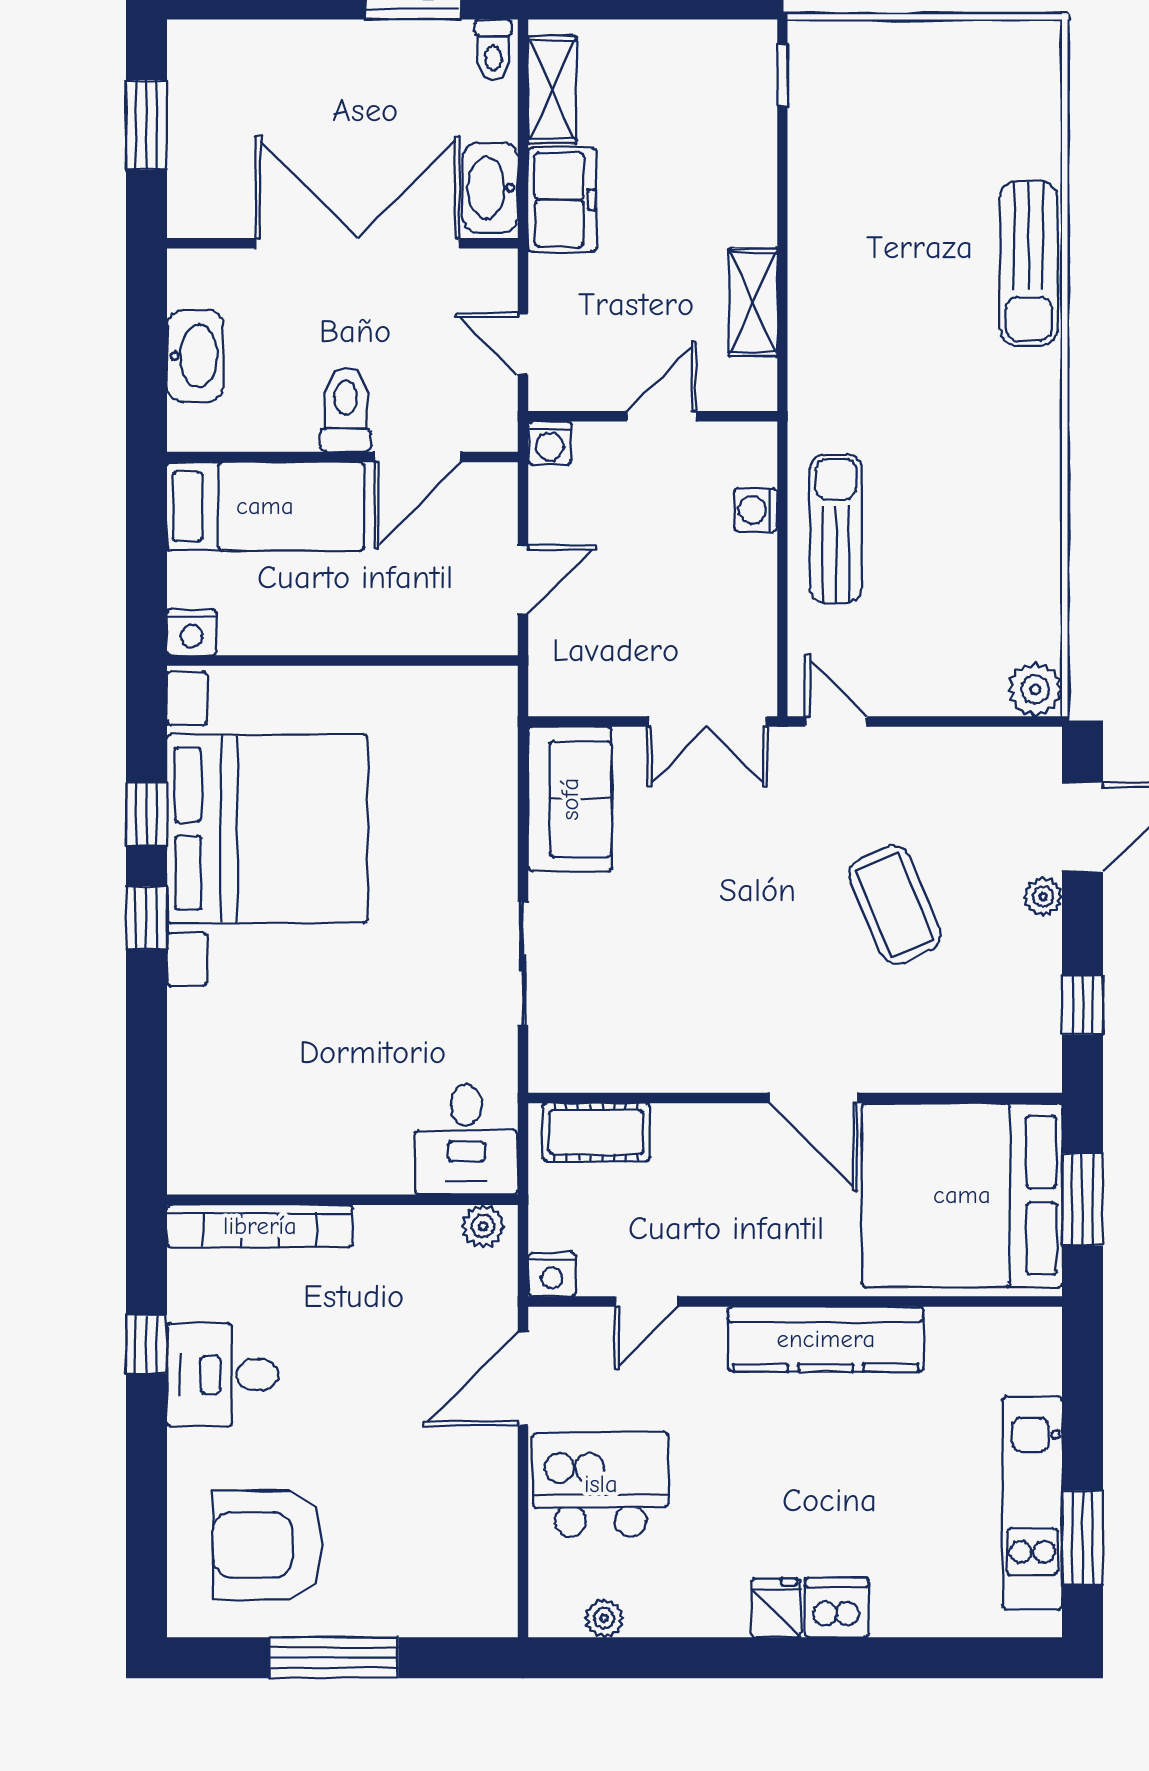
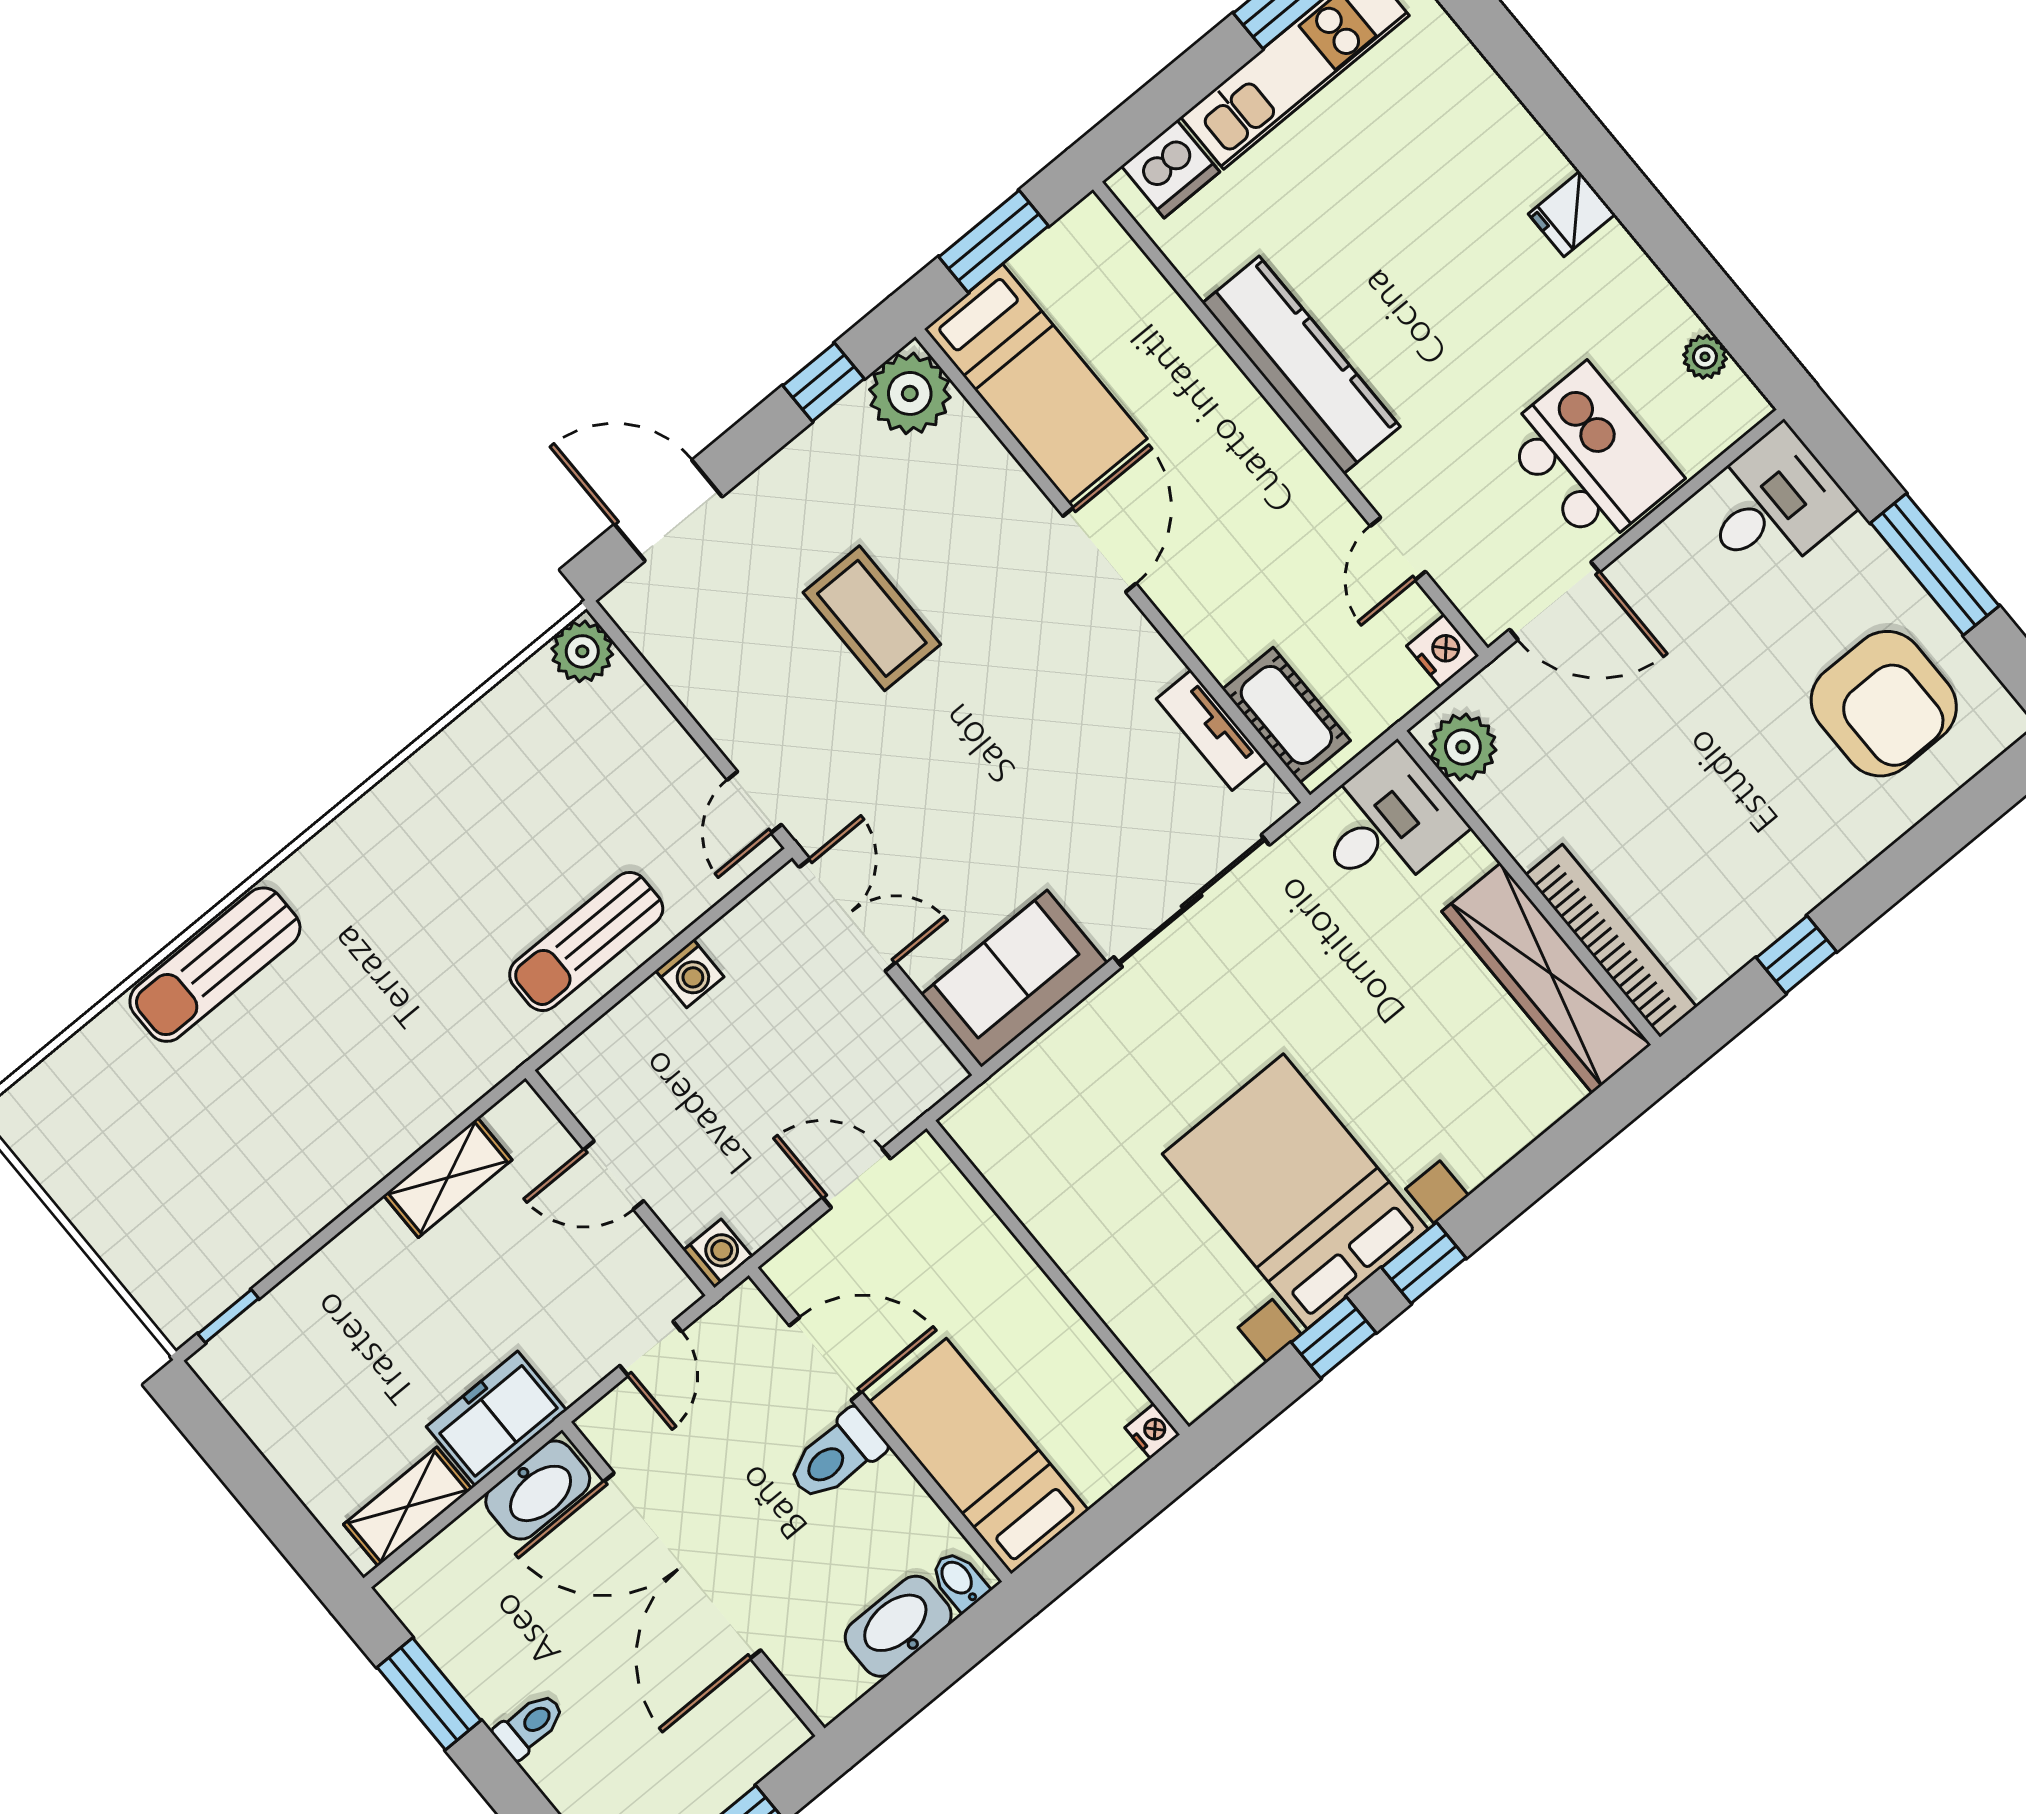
toilet: (493, 50) -> (529, 1725), moved
sun lounger: (1029, 264) -> (215, 965), turned 180
bidet: (192, 423) -> (959, 1581), added
washing machine: (756, 510) -> (690, 974), moved
nightstand: (192, 632) -> (1152, 1431), width x0.72, depth x0.74
bed with nightstands: (267, 829) -> (1295, 1191), width x0.73
plant: (1043, 896) -> (910, 393), moved, width x1.88, depth x1.88
coffee table: (895, 905) -> (872, 618), turned -67
sliding door: (523, 963) -> (1192, 901), width x1.37
tv unit: (628, 1073) -> (1212, 730), added
wardrobe: (271, 1161) -> (1546, 978), added
bed: (962, 1195) -> (1036, 384), width x0.49
plant: (483, 1226) -> (1463, 747), width x1.38, depth x1.38
door: (646, 1302) -> (1398, 549), swing flipped
desk: (223, 1375) -> (1773, 504), moved, turned -90
kitchen island: (601, 1484) -> (1591, 457), turned 180
dishwasher: (837, 1607) -> (1170, 169), moved, turned -90

